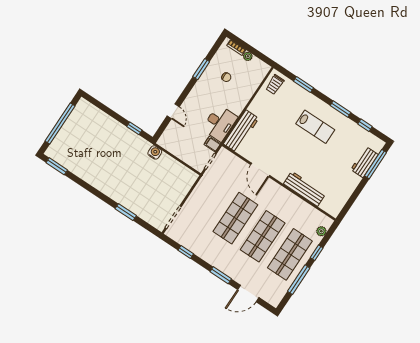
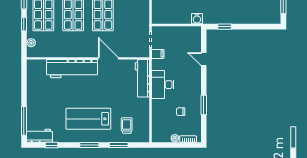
trolley: (275, 84) -> (127, 125), moved
window: (341, 109) -> (89, 145), moved
desk: (220, 123) -> (163, 85), moved
lab bench: (315, 127) -> (88, 119), width x1.36, depth x1.39
workbench: (365, 162) -> (40, 136), moved, turned -90
workbench: (305, 189) -> (72, 69), width x1.36, depth x1.32

